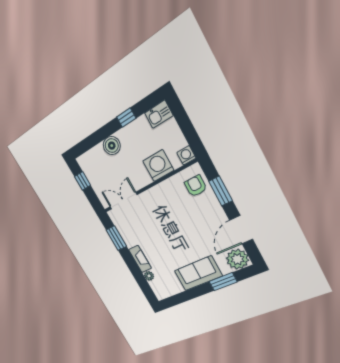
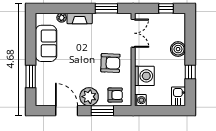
armchair: (165, 208) -> (110, 63), added
plant: (237, 259) -> (89, 97), moved
sofa: (198, 273) -> (46, 43), moved

